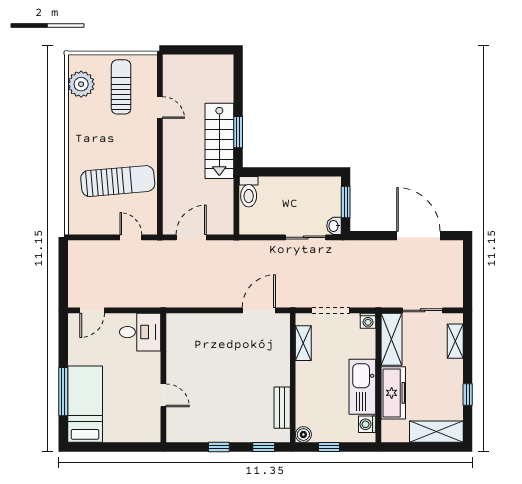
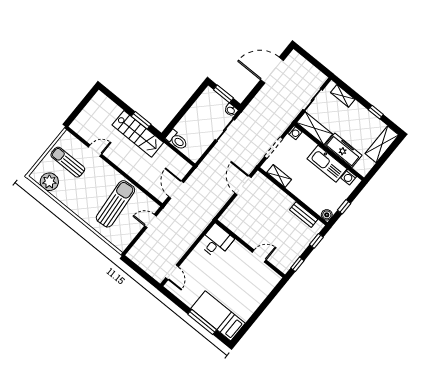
desk: (140, 332) -> (216, 241), moved
wall: (163, 378) -> (250, 249), moved
door: (163, 395) -> (259, 256), moved

